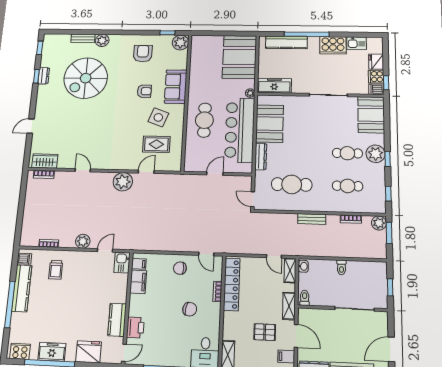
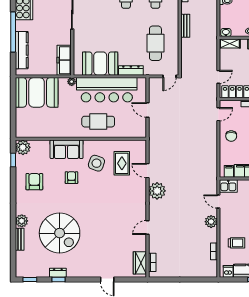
armchair: (143, 54) -> (34, 182), turned 90
door: (274, 256) -> (218, 77), moved

